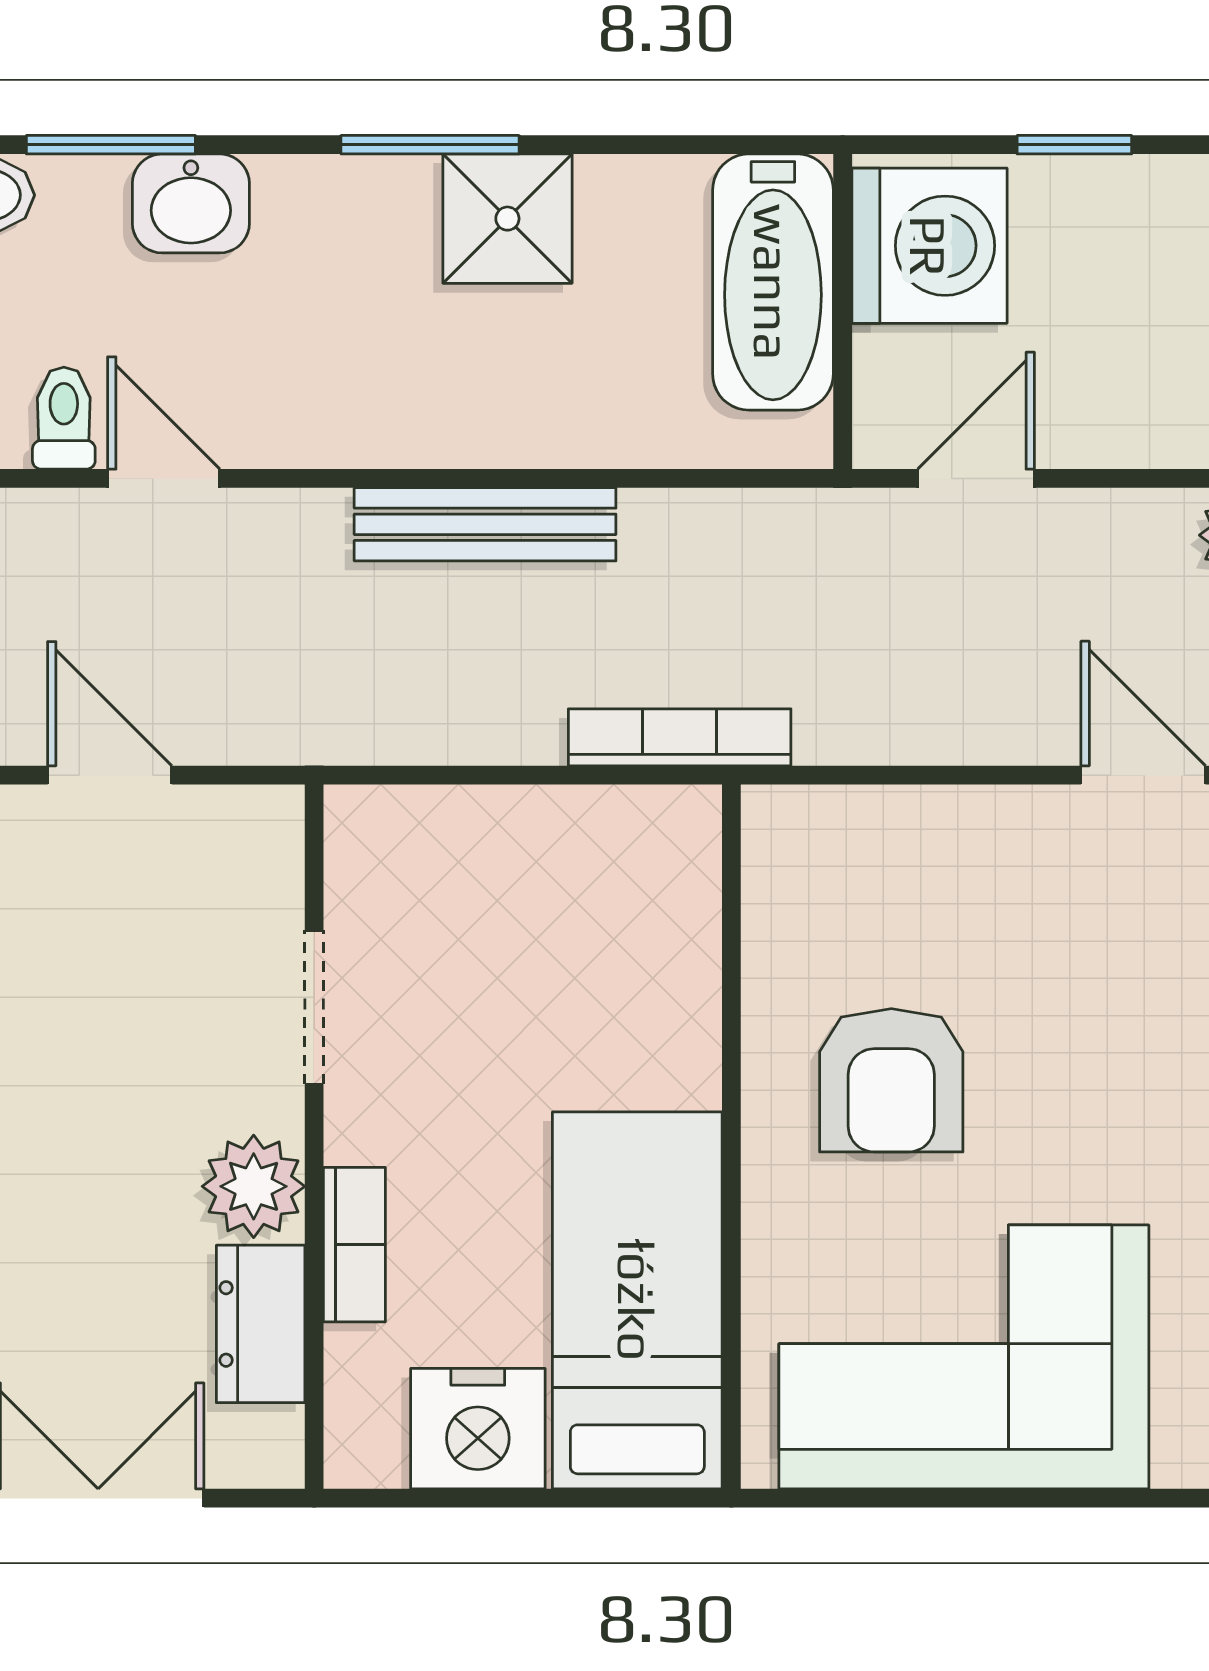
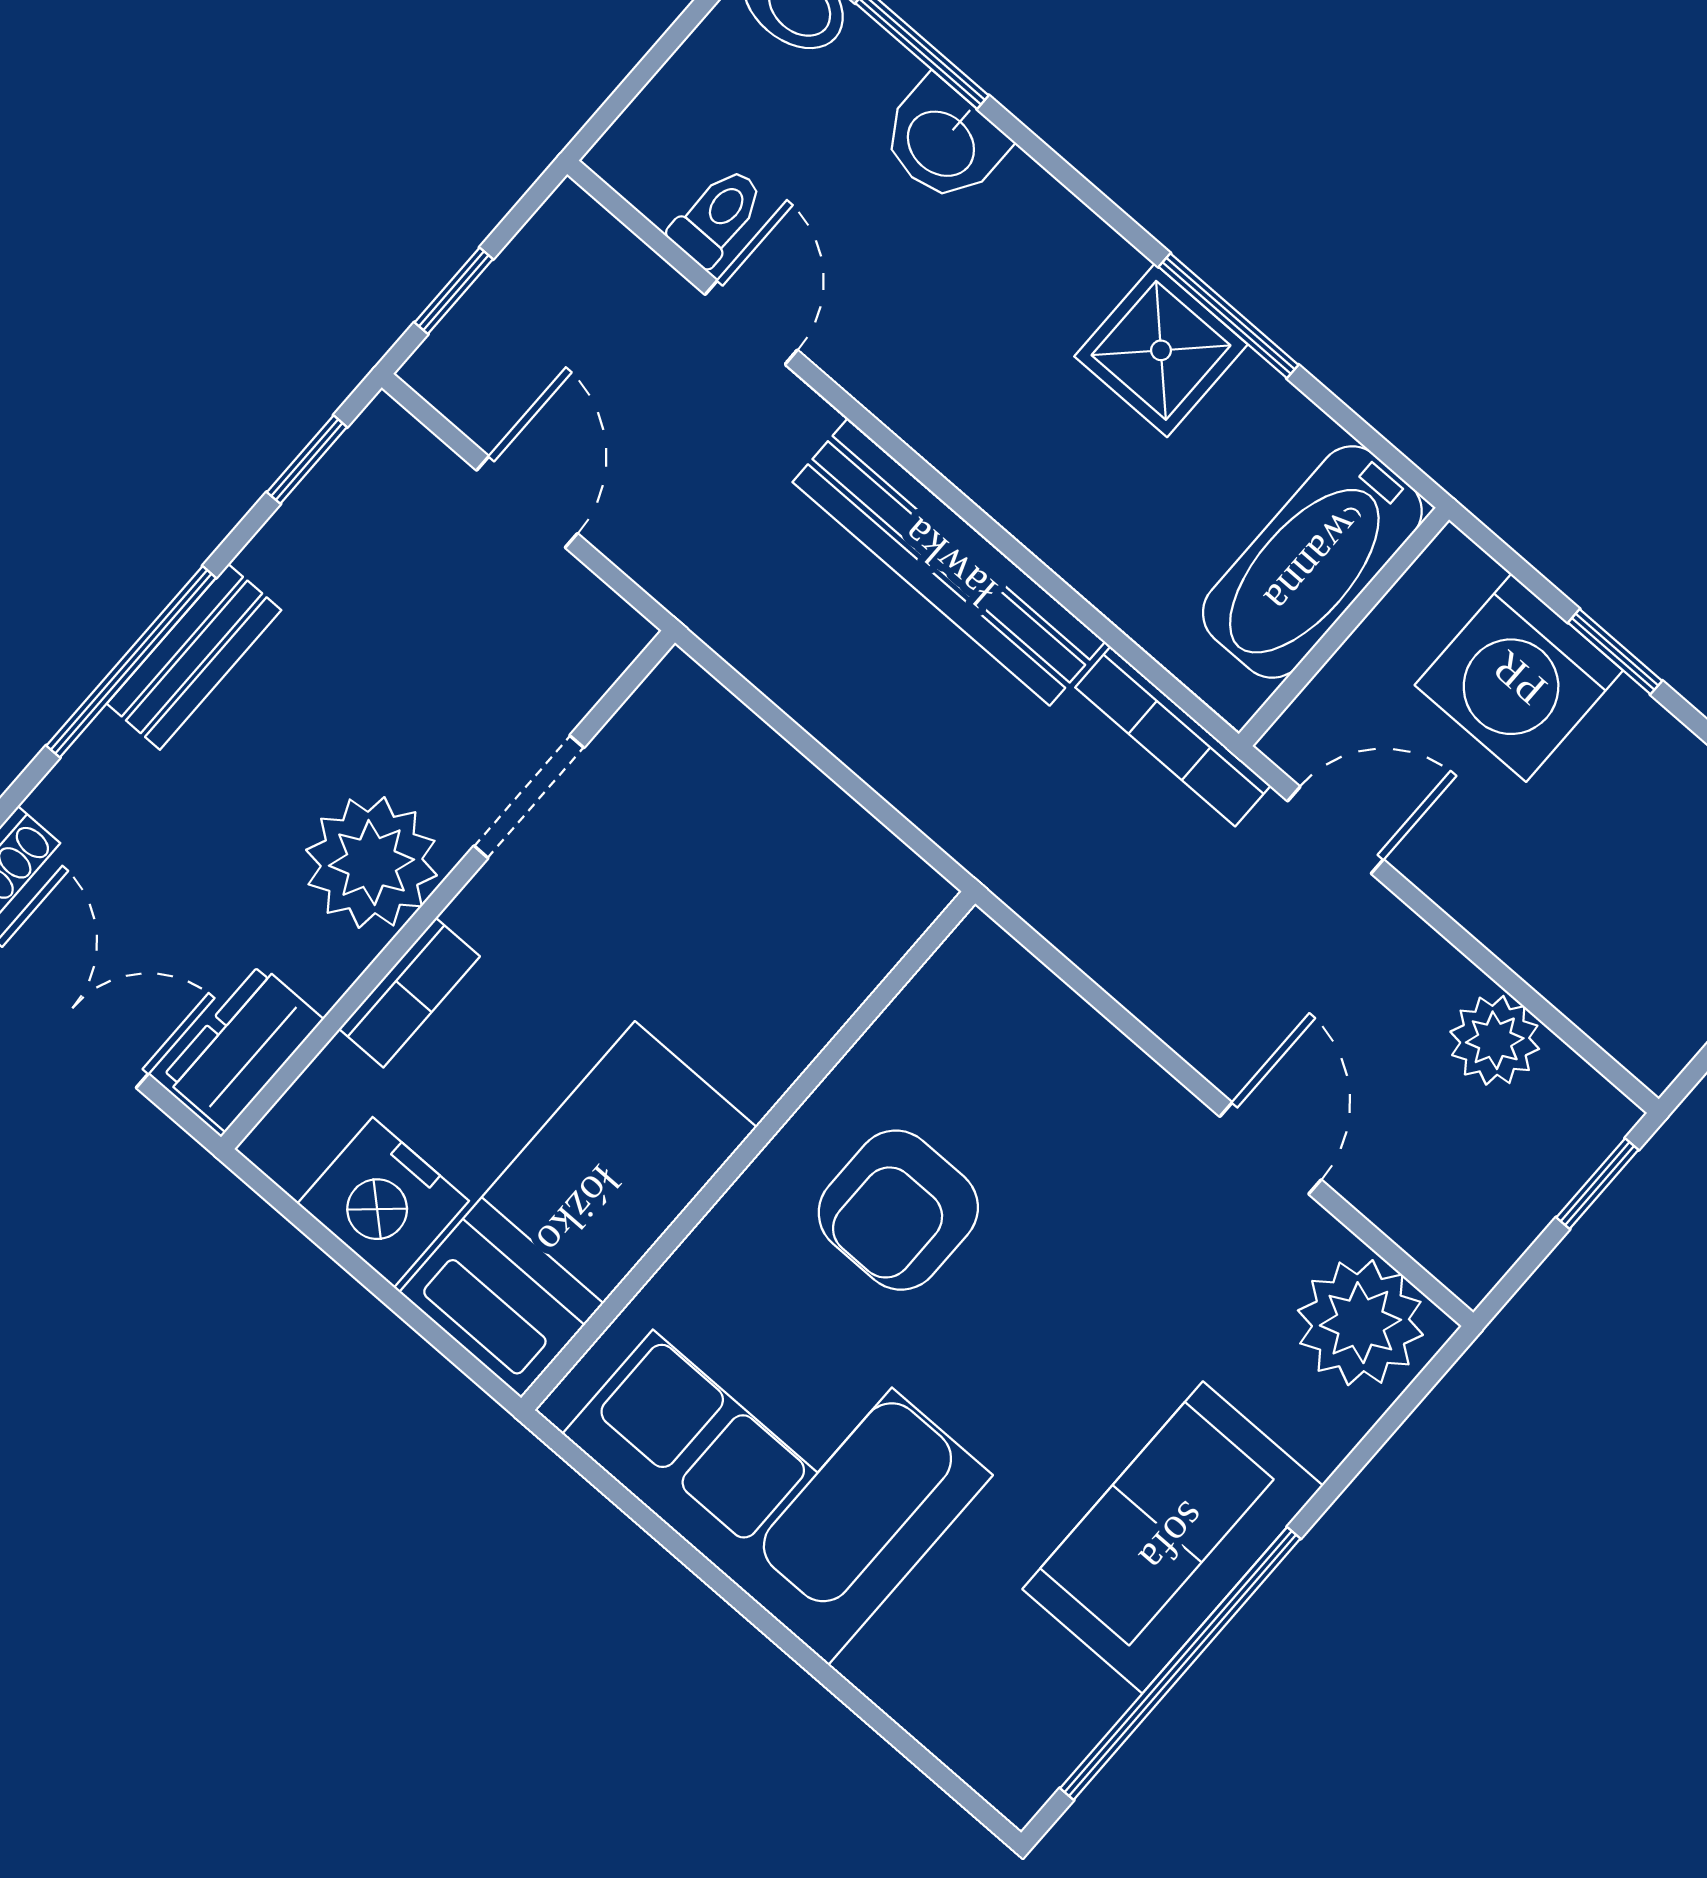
window: (430, 145) -> (1229, 316), moved
washing machine: (929, 246) -> (1519, 678), moved, turned 90
bench: (485, 524) -> (949, 562), width x1.37, depth x1.21
bookcase: (680, 737) -> (1173, 736), moved, turned 180
plant: (254, 1186) -> (372, 863), width x1.36, depth x1.36
dresser: (261, 1324) -> (243, 1048), moved

